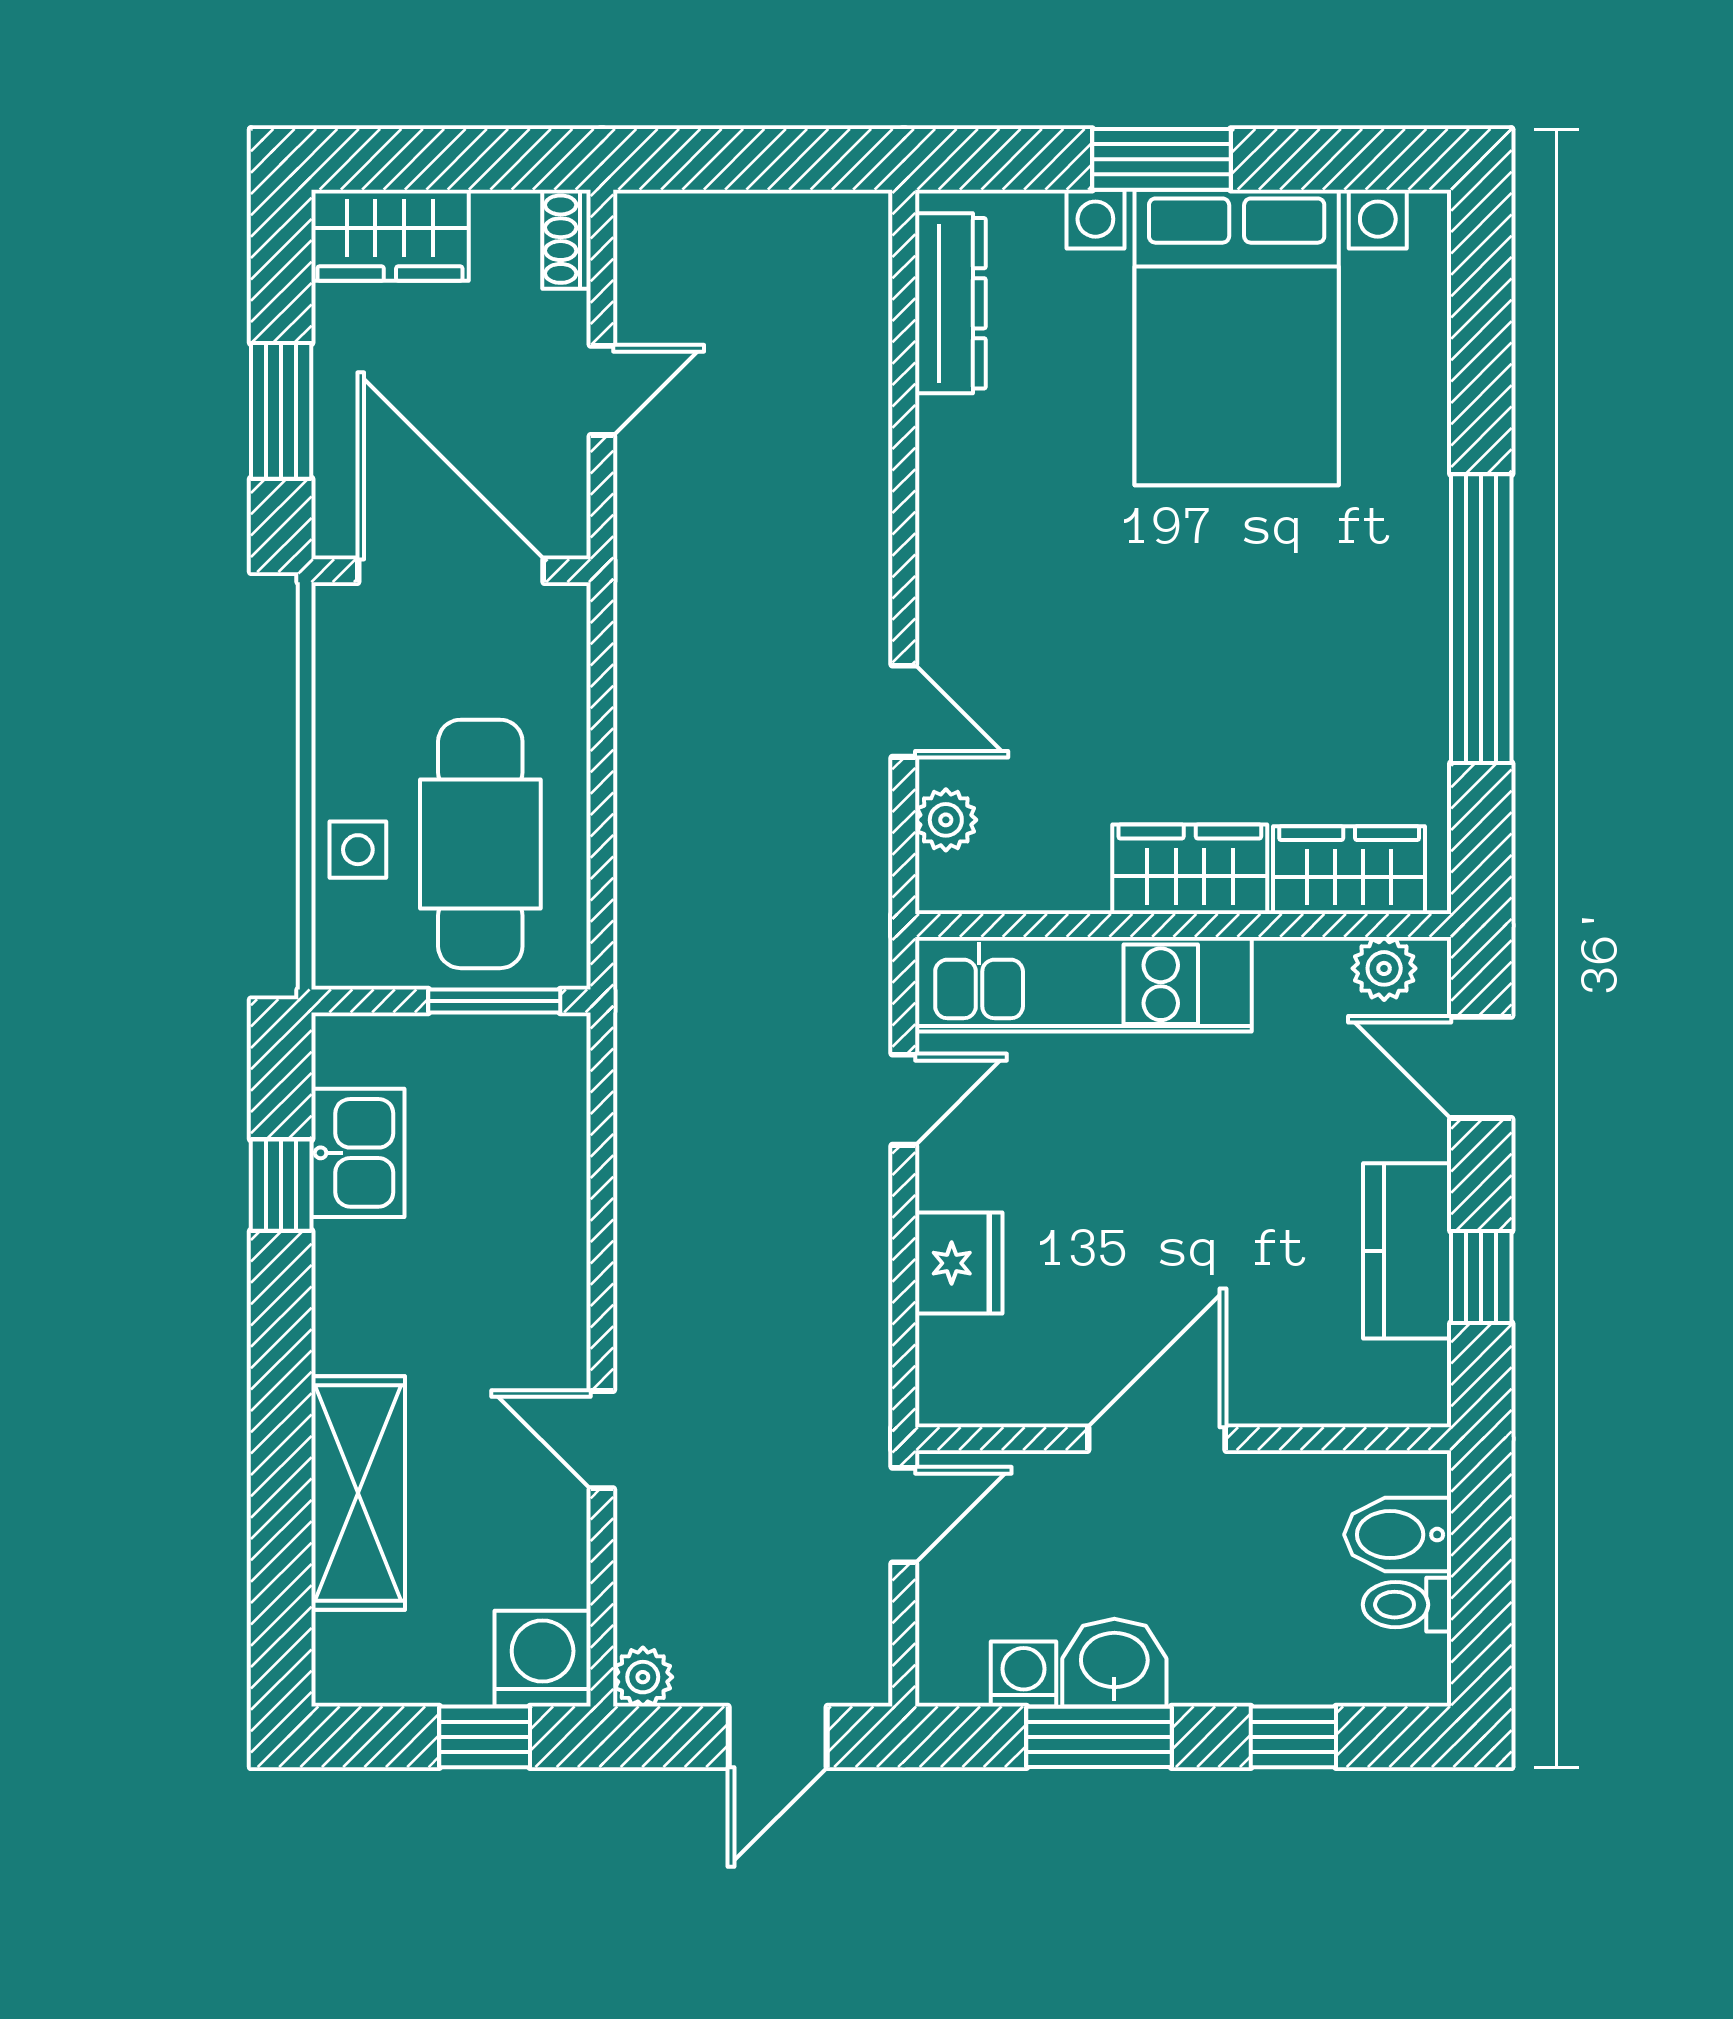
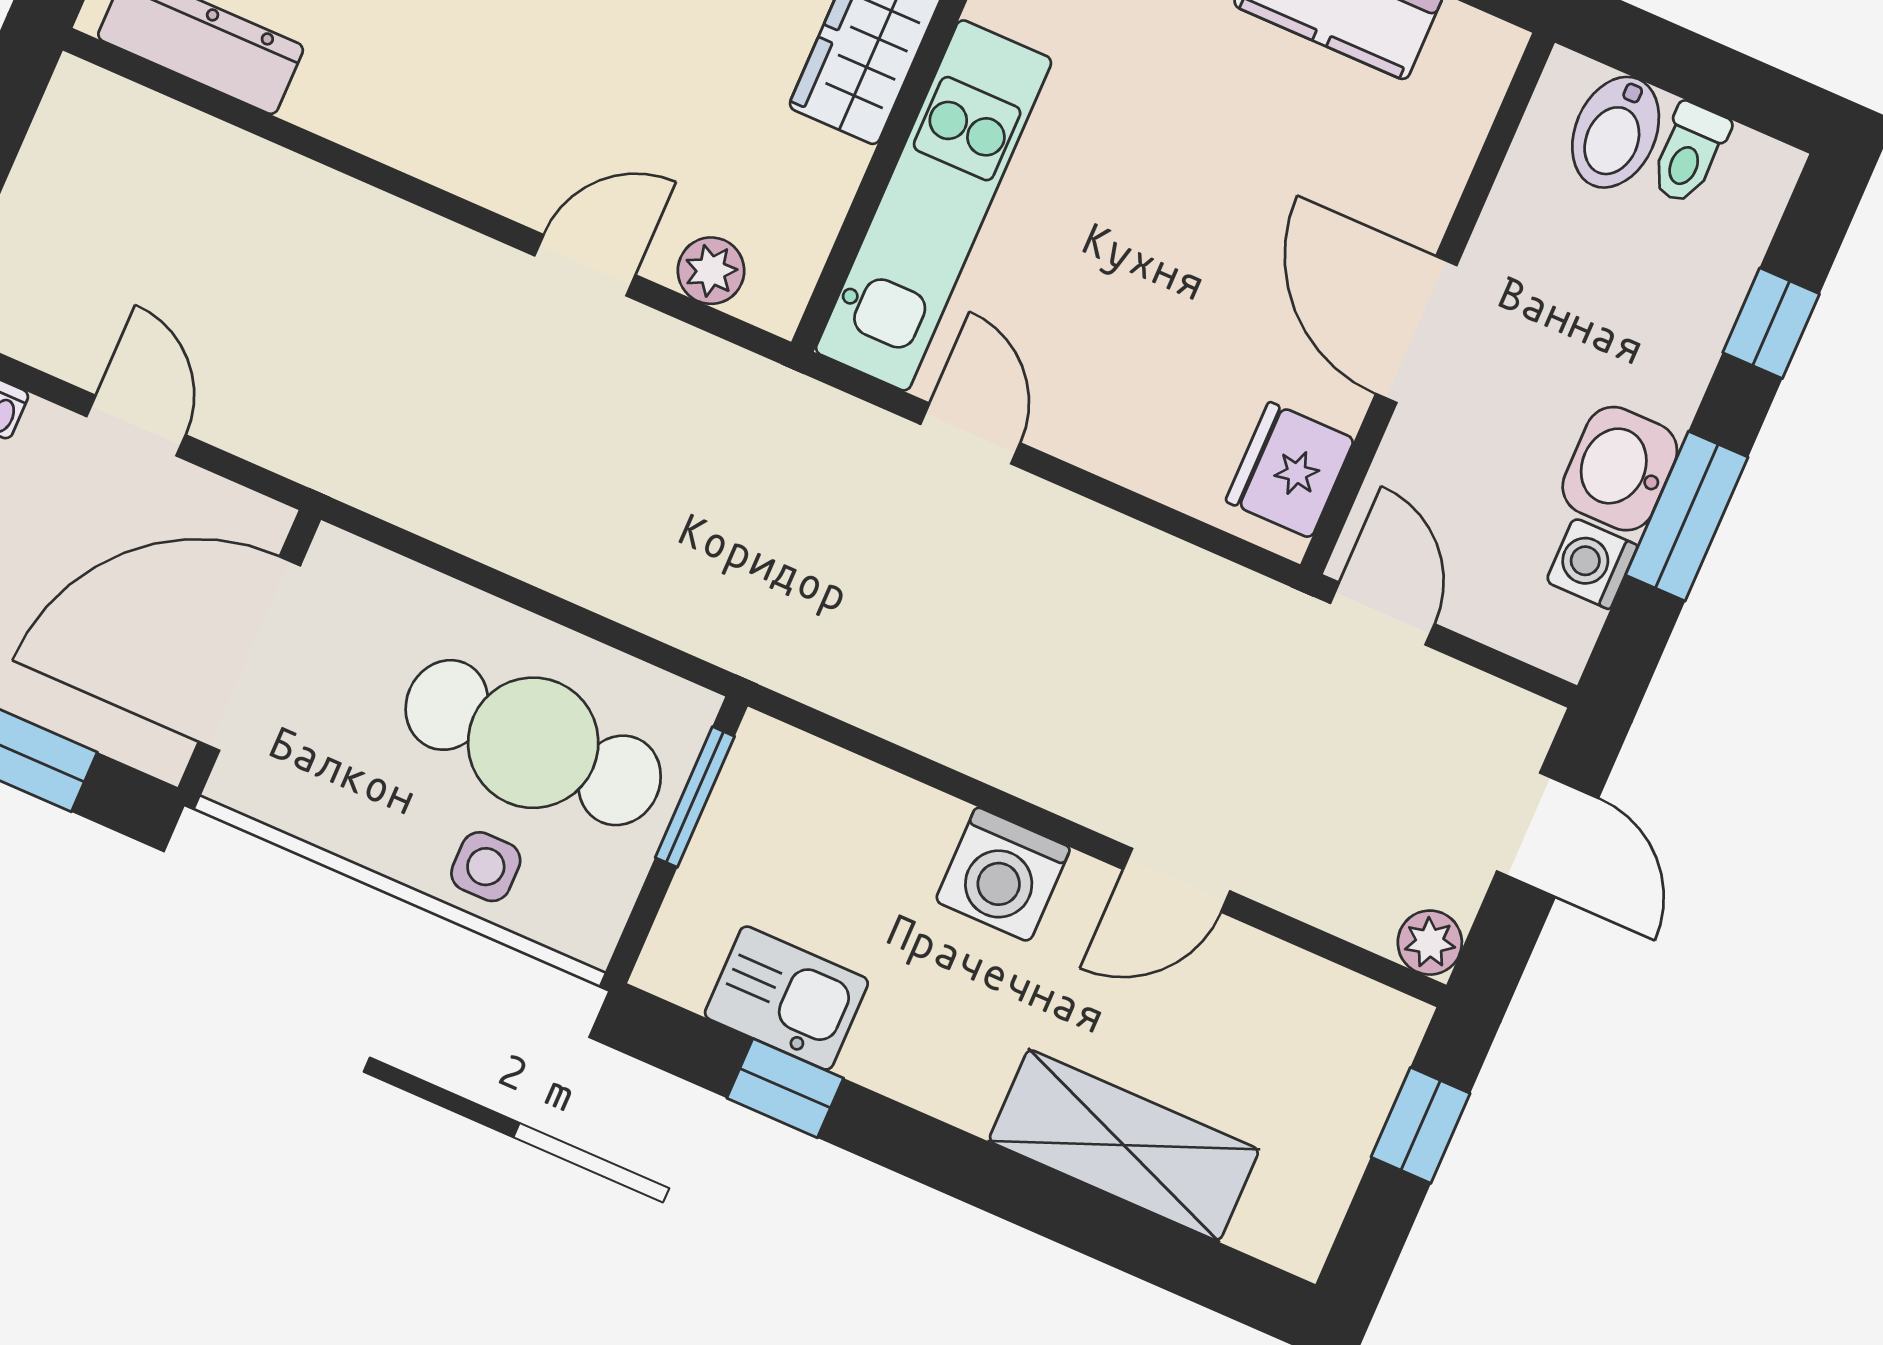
fridge: (959, 1263) -> (1290, 470), moved, turned -90
washing machine: (543, 1659) -> (1003, 874), moved, turned -90

